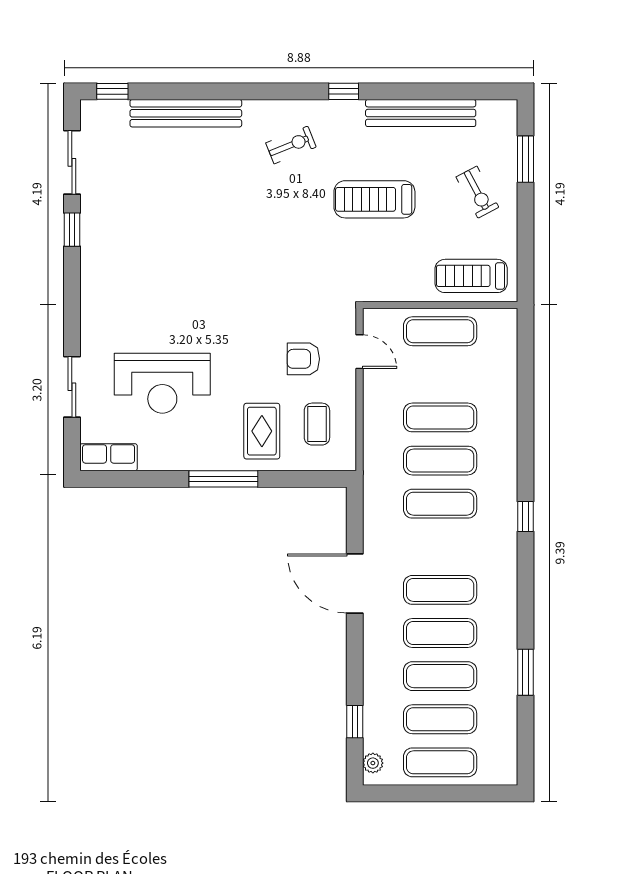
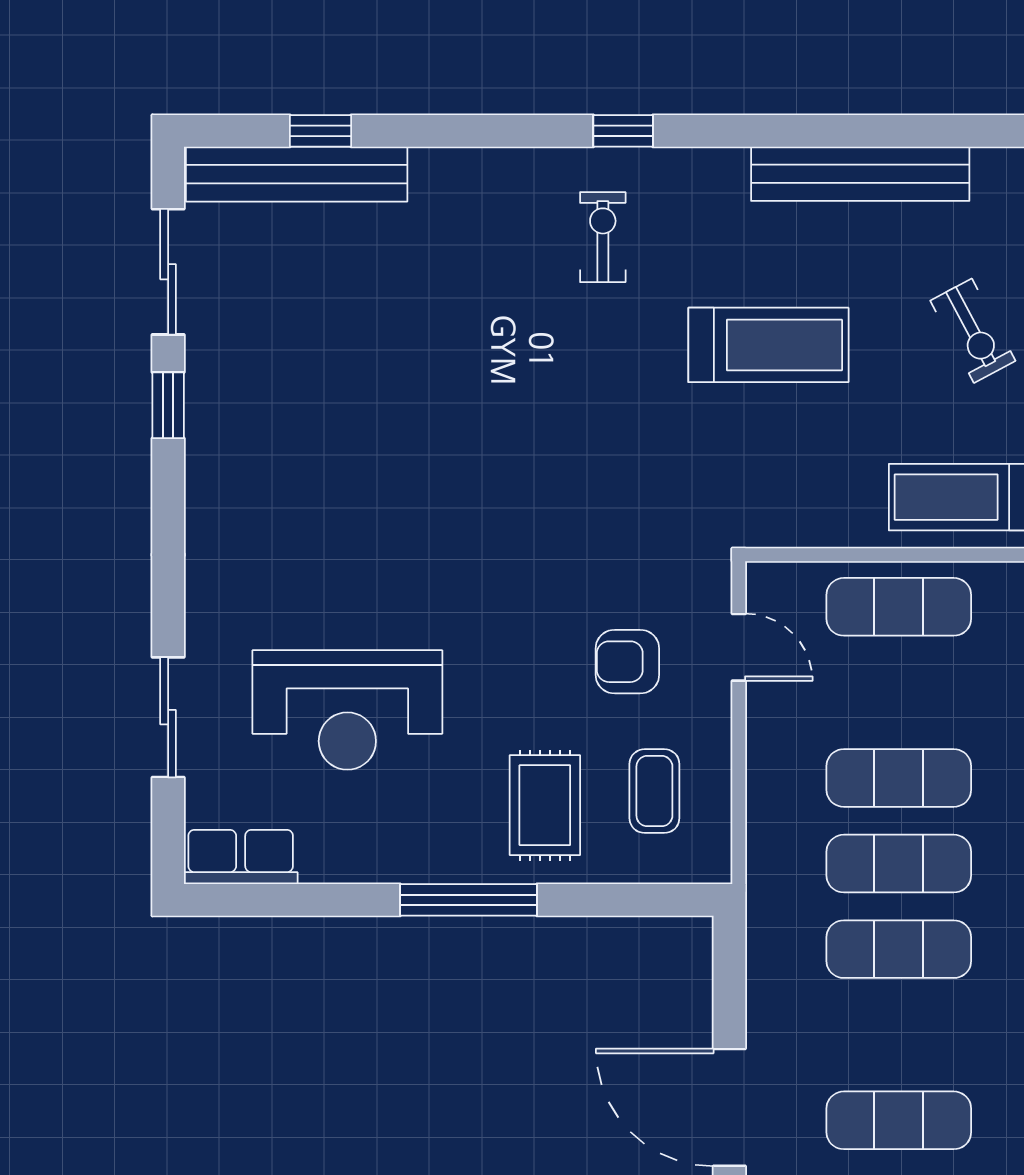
window: (112, 91) -> (320, 131), moved
window: (344, 91) -> (623, 131), moved
bench: (186, 113) -> (297, 174), moved
exercise bike: (291, 145) -> (603, 237), turned -68
treadmill: (374, 199) -> (768, 345), turned 180

